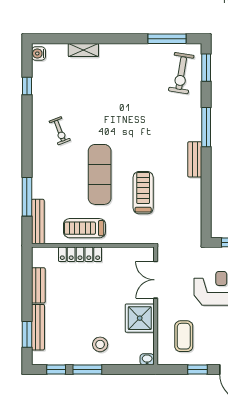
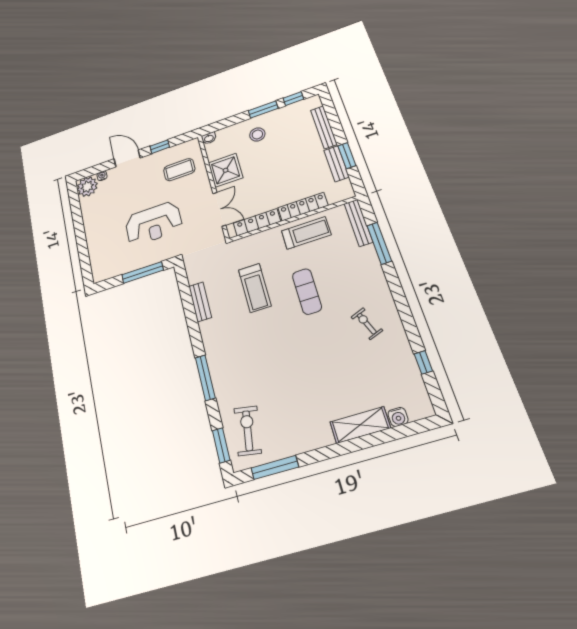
shelving: (83, 50) -> (360, 425), width x1.50, depth x1.33
water cooler: (38, 53) -> (398, 417), moved, turned 90
bench: (195, 159) -> (200, 302), moved
exercise mat: (100, 174) -> (307, 291), width x0.73, depth x0.69
locker: (125, 254) -> (257, 222), added
window: (27, 334) -> (347, 156), moved
coffee table: (184, 336) -> (179, 170), turned 90

